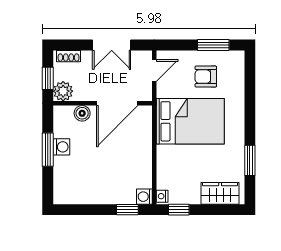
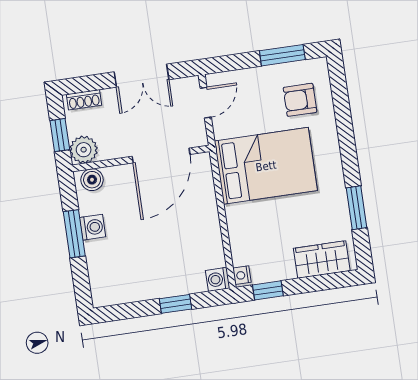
armchair: (206, 77) -> (300, 100), moved
boiler: (82, 113) -> (92, 180), moved
window: (127, 210) -> (176, 304), moved

